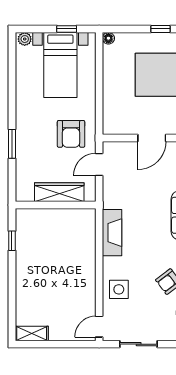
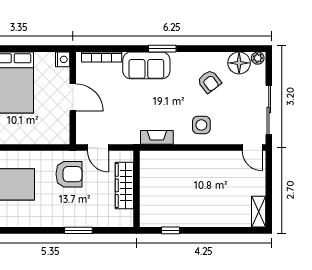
fireplace: (112, 233) -> (157, 137), width x0.73, depth x0.76
side table: (119, 289) -> (201, 125), moved
sliding door: (139, 344) -> (269, 110), width x1.37

